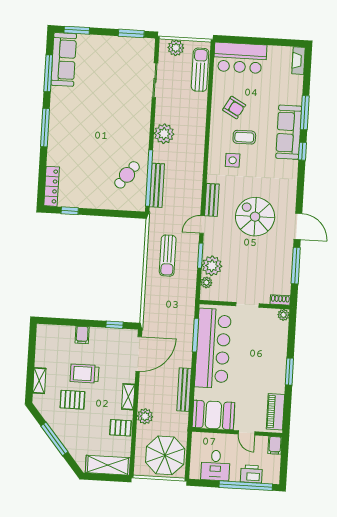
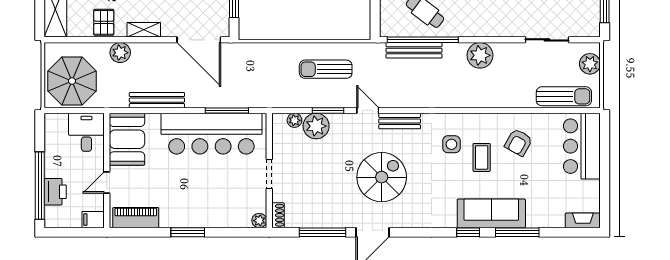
desk: (215, 465) -> (86, 132), moved, turned 90

